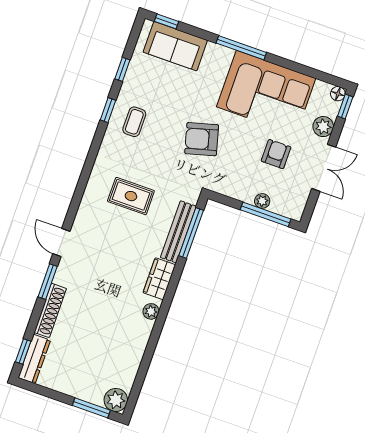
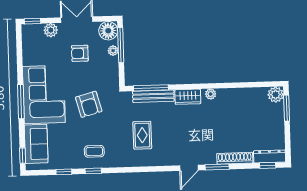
corner sofa: (266, 93) -> (44, 94), moved
floor lamp: (338, 94) -> (108, 31), moved, width x1.89, depth x1.89

